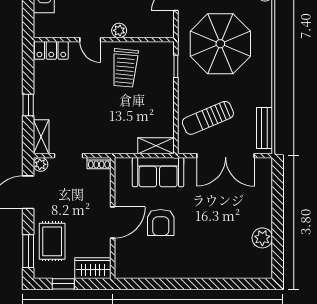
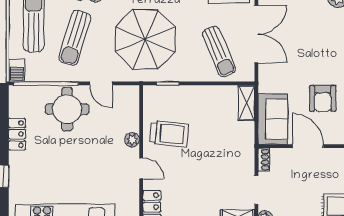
door: (90, 40) -> (141, 168), hinge flipped
sofa: (158, 172) -> (273, 119), moved
door: (113, 222) -> (308, 146), moved
armchair: (161, 222) -> (323, 98), turned 90

